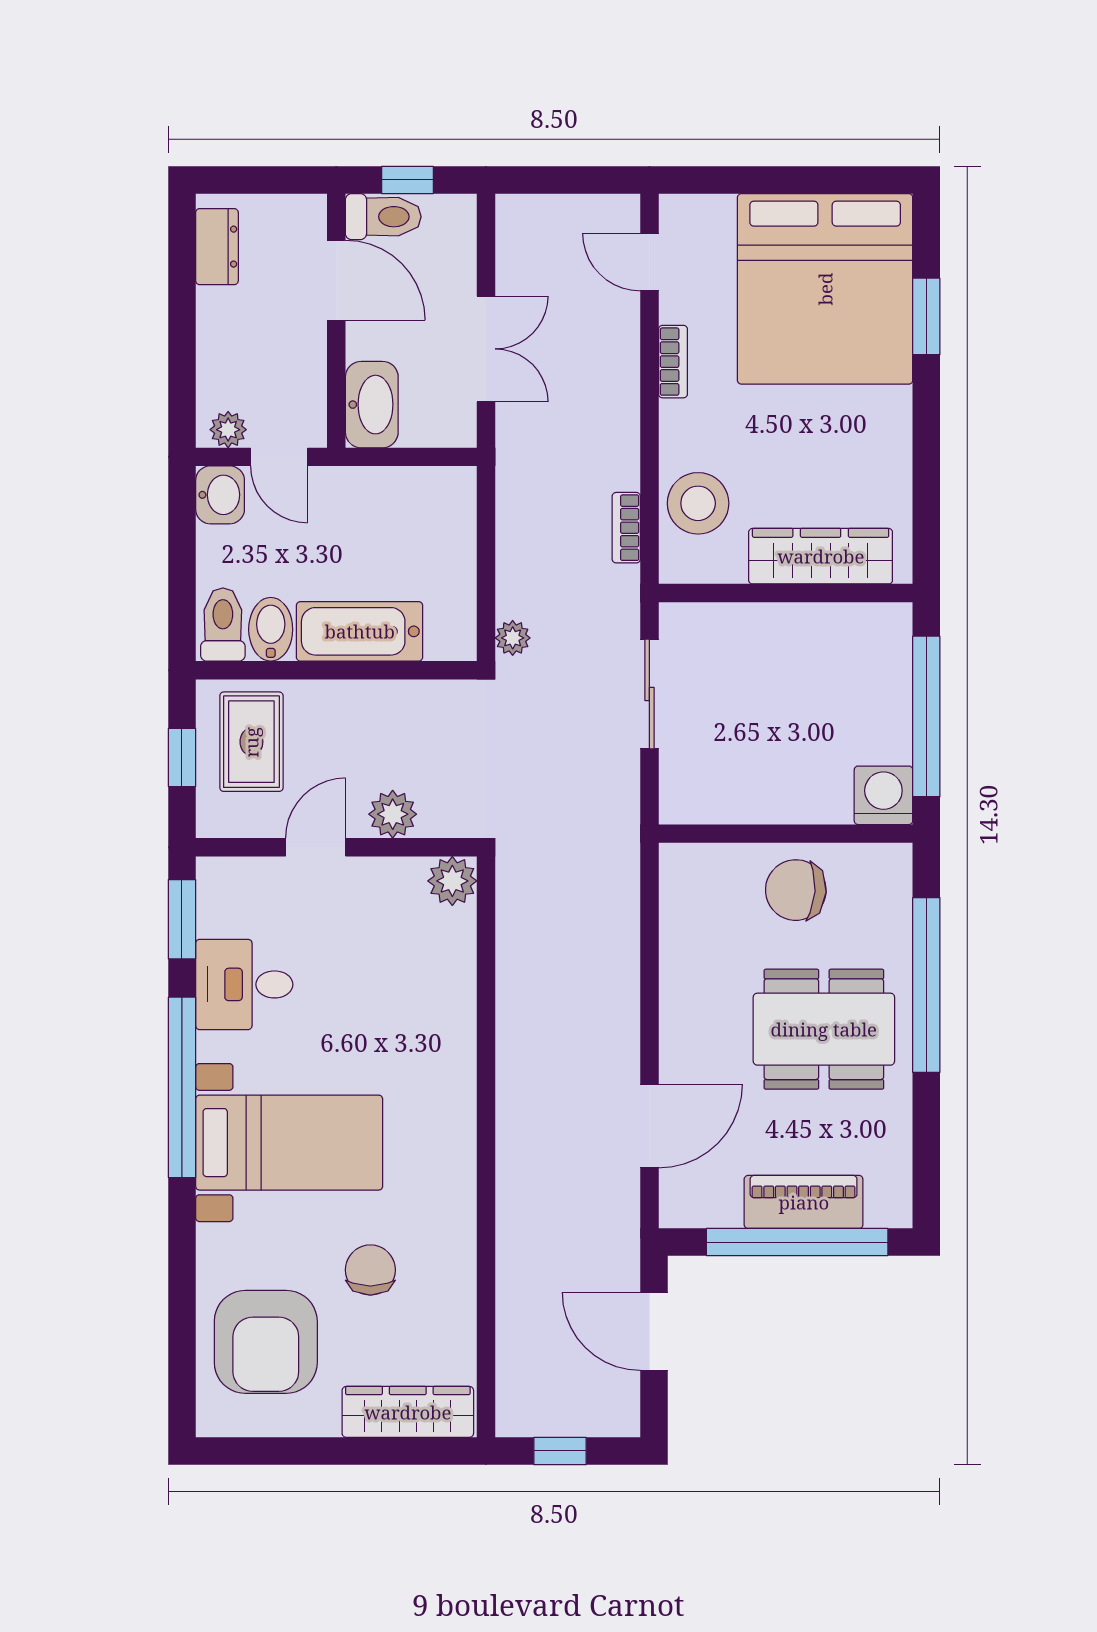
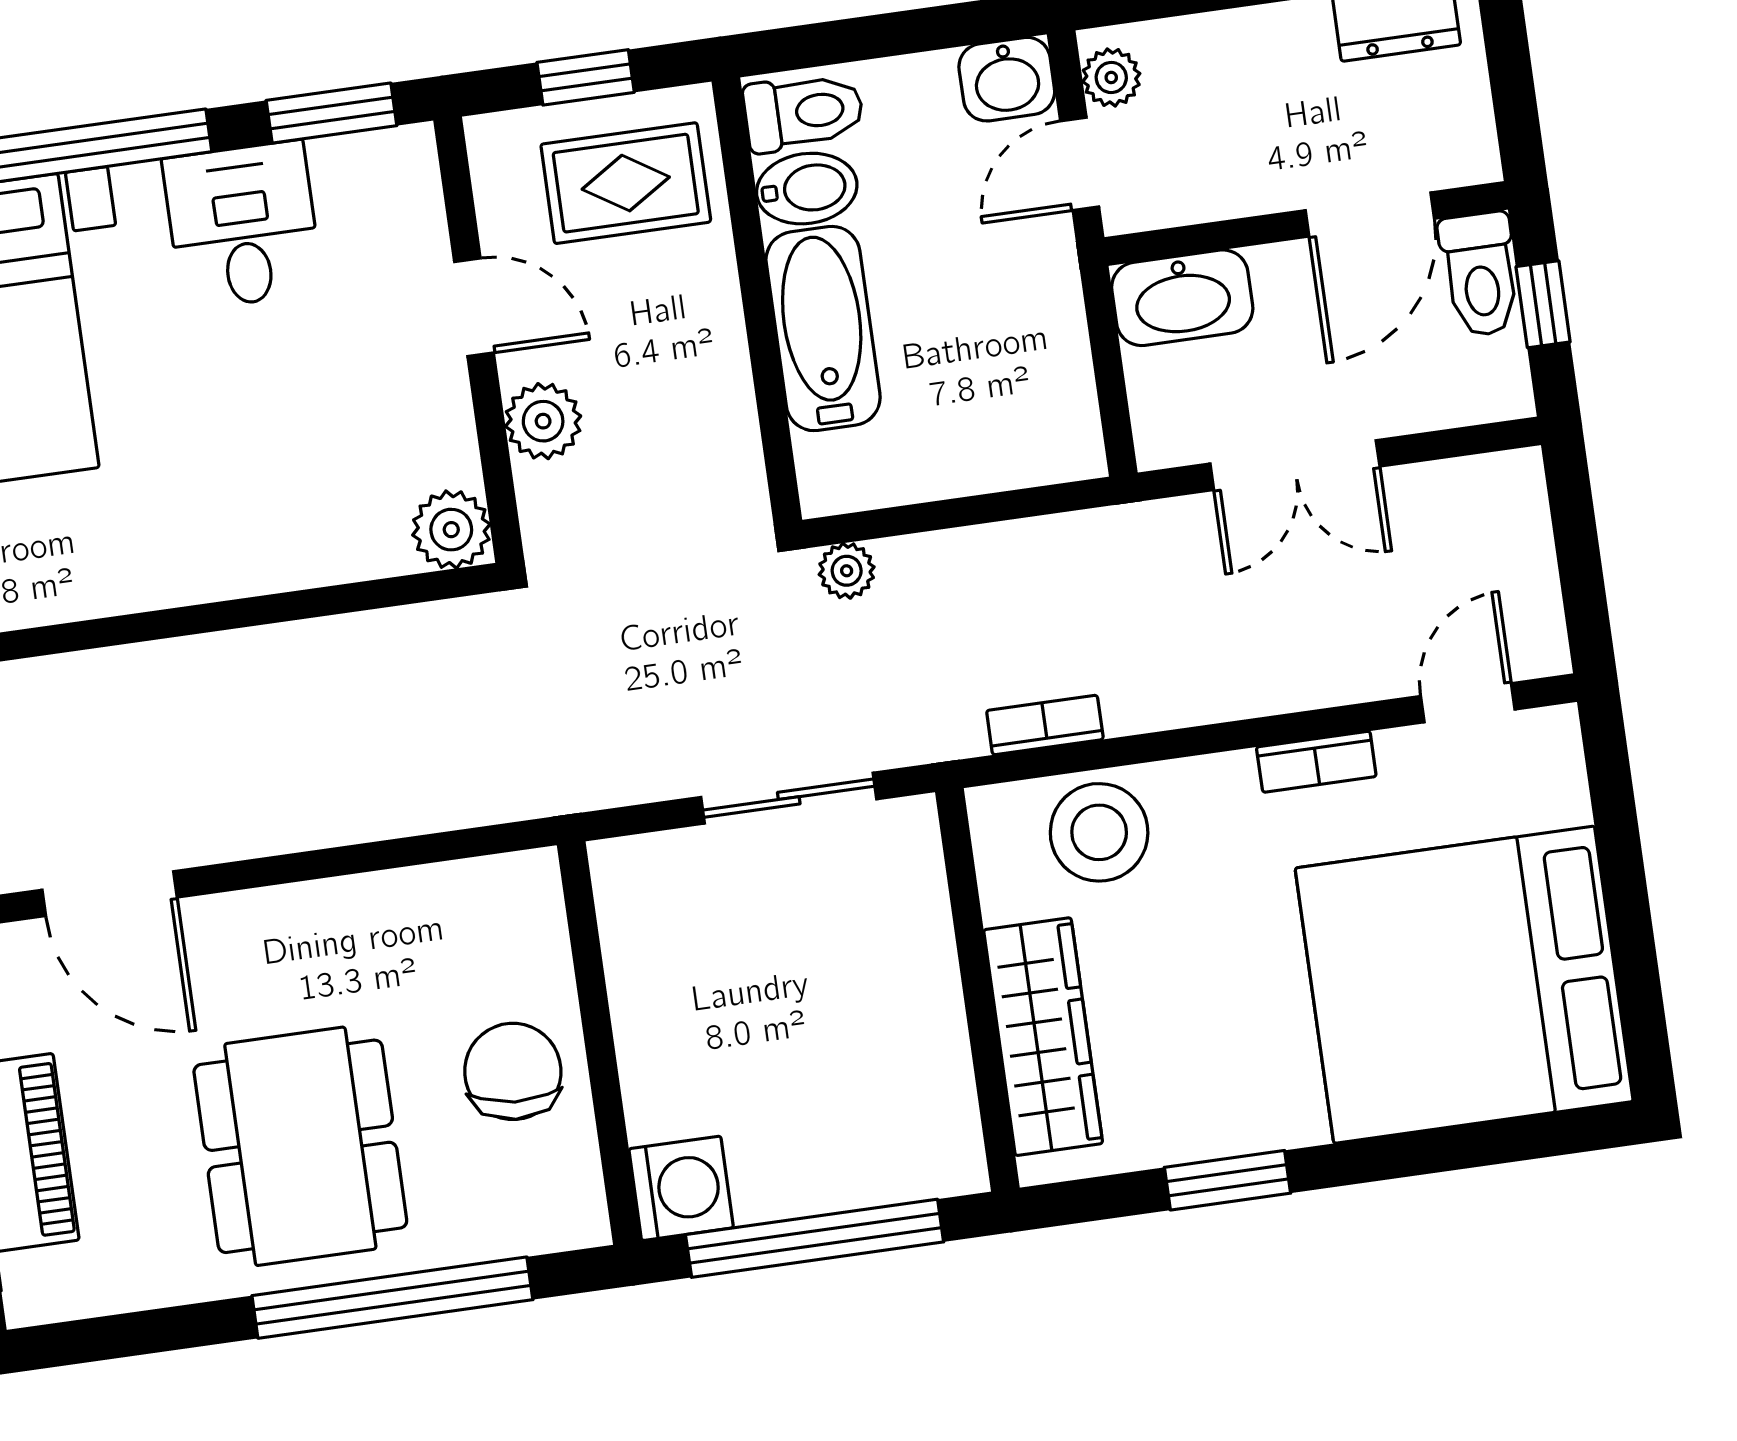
window: (926, 316) -> (1227, 1180), moved

